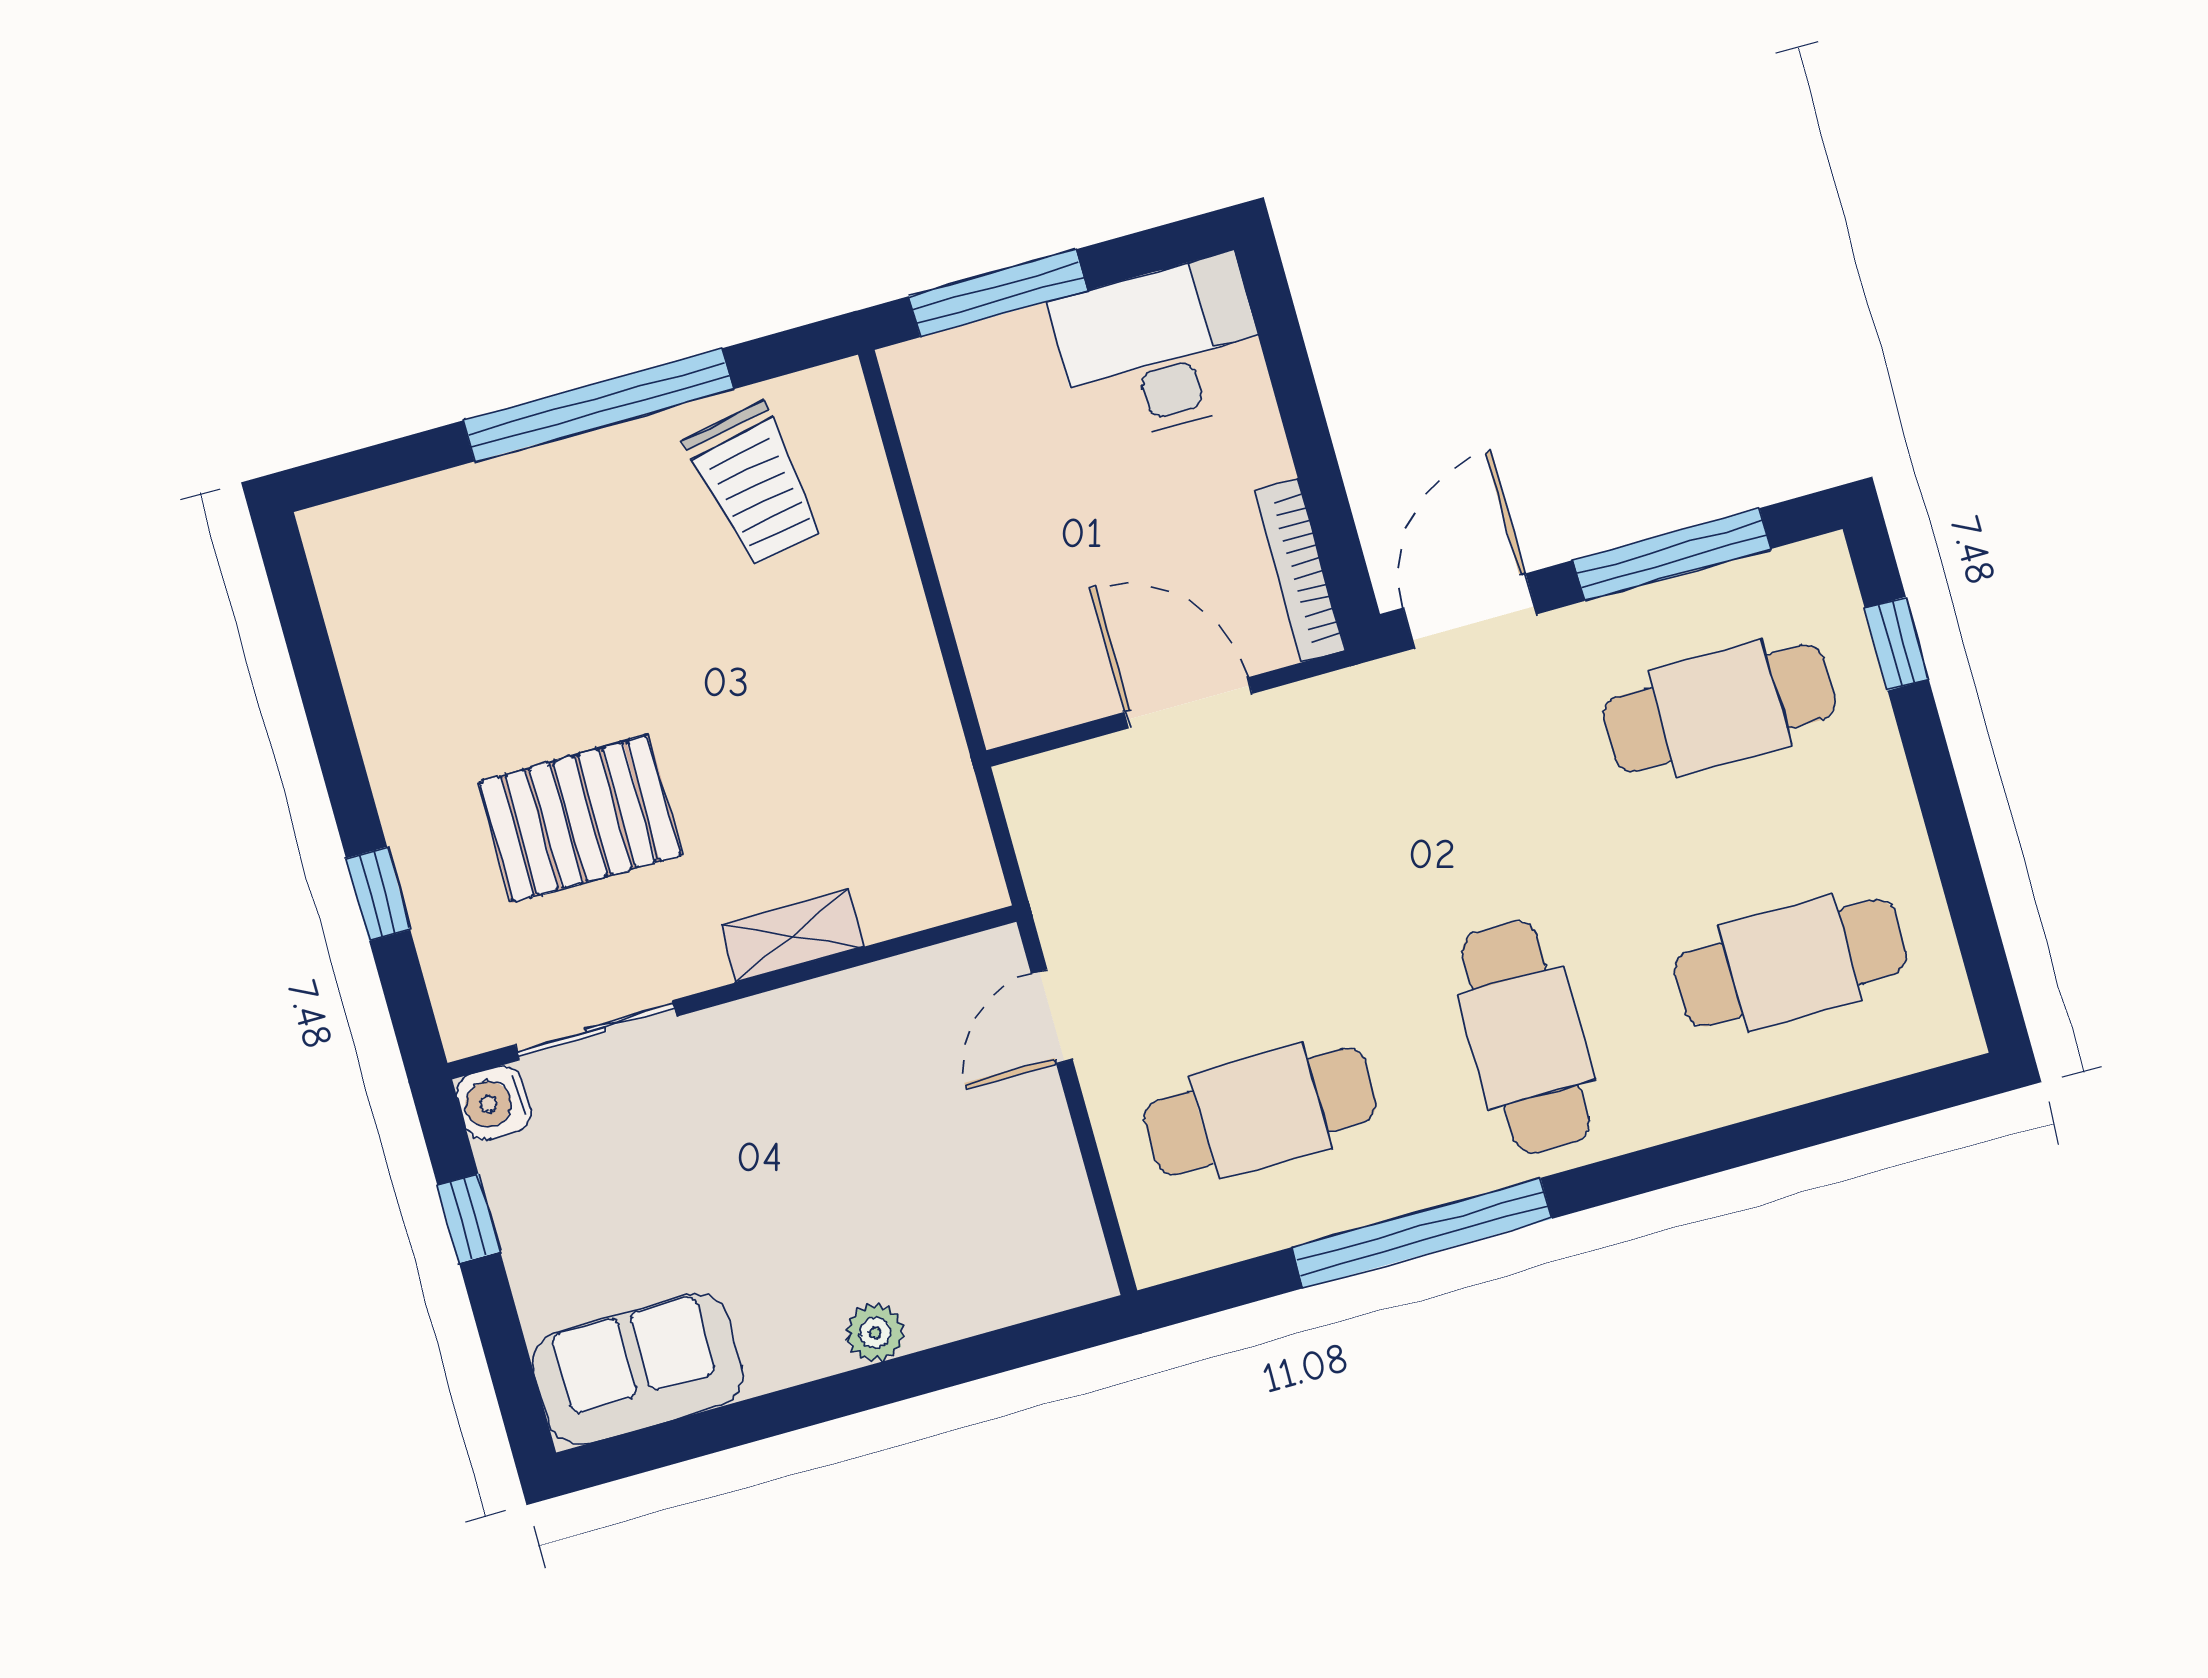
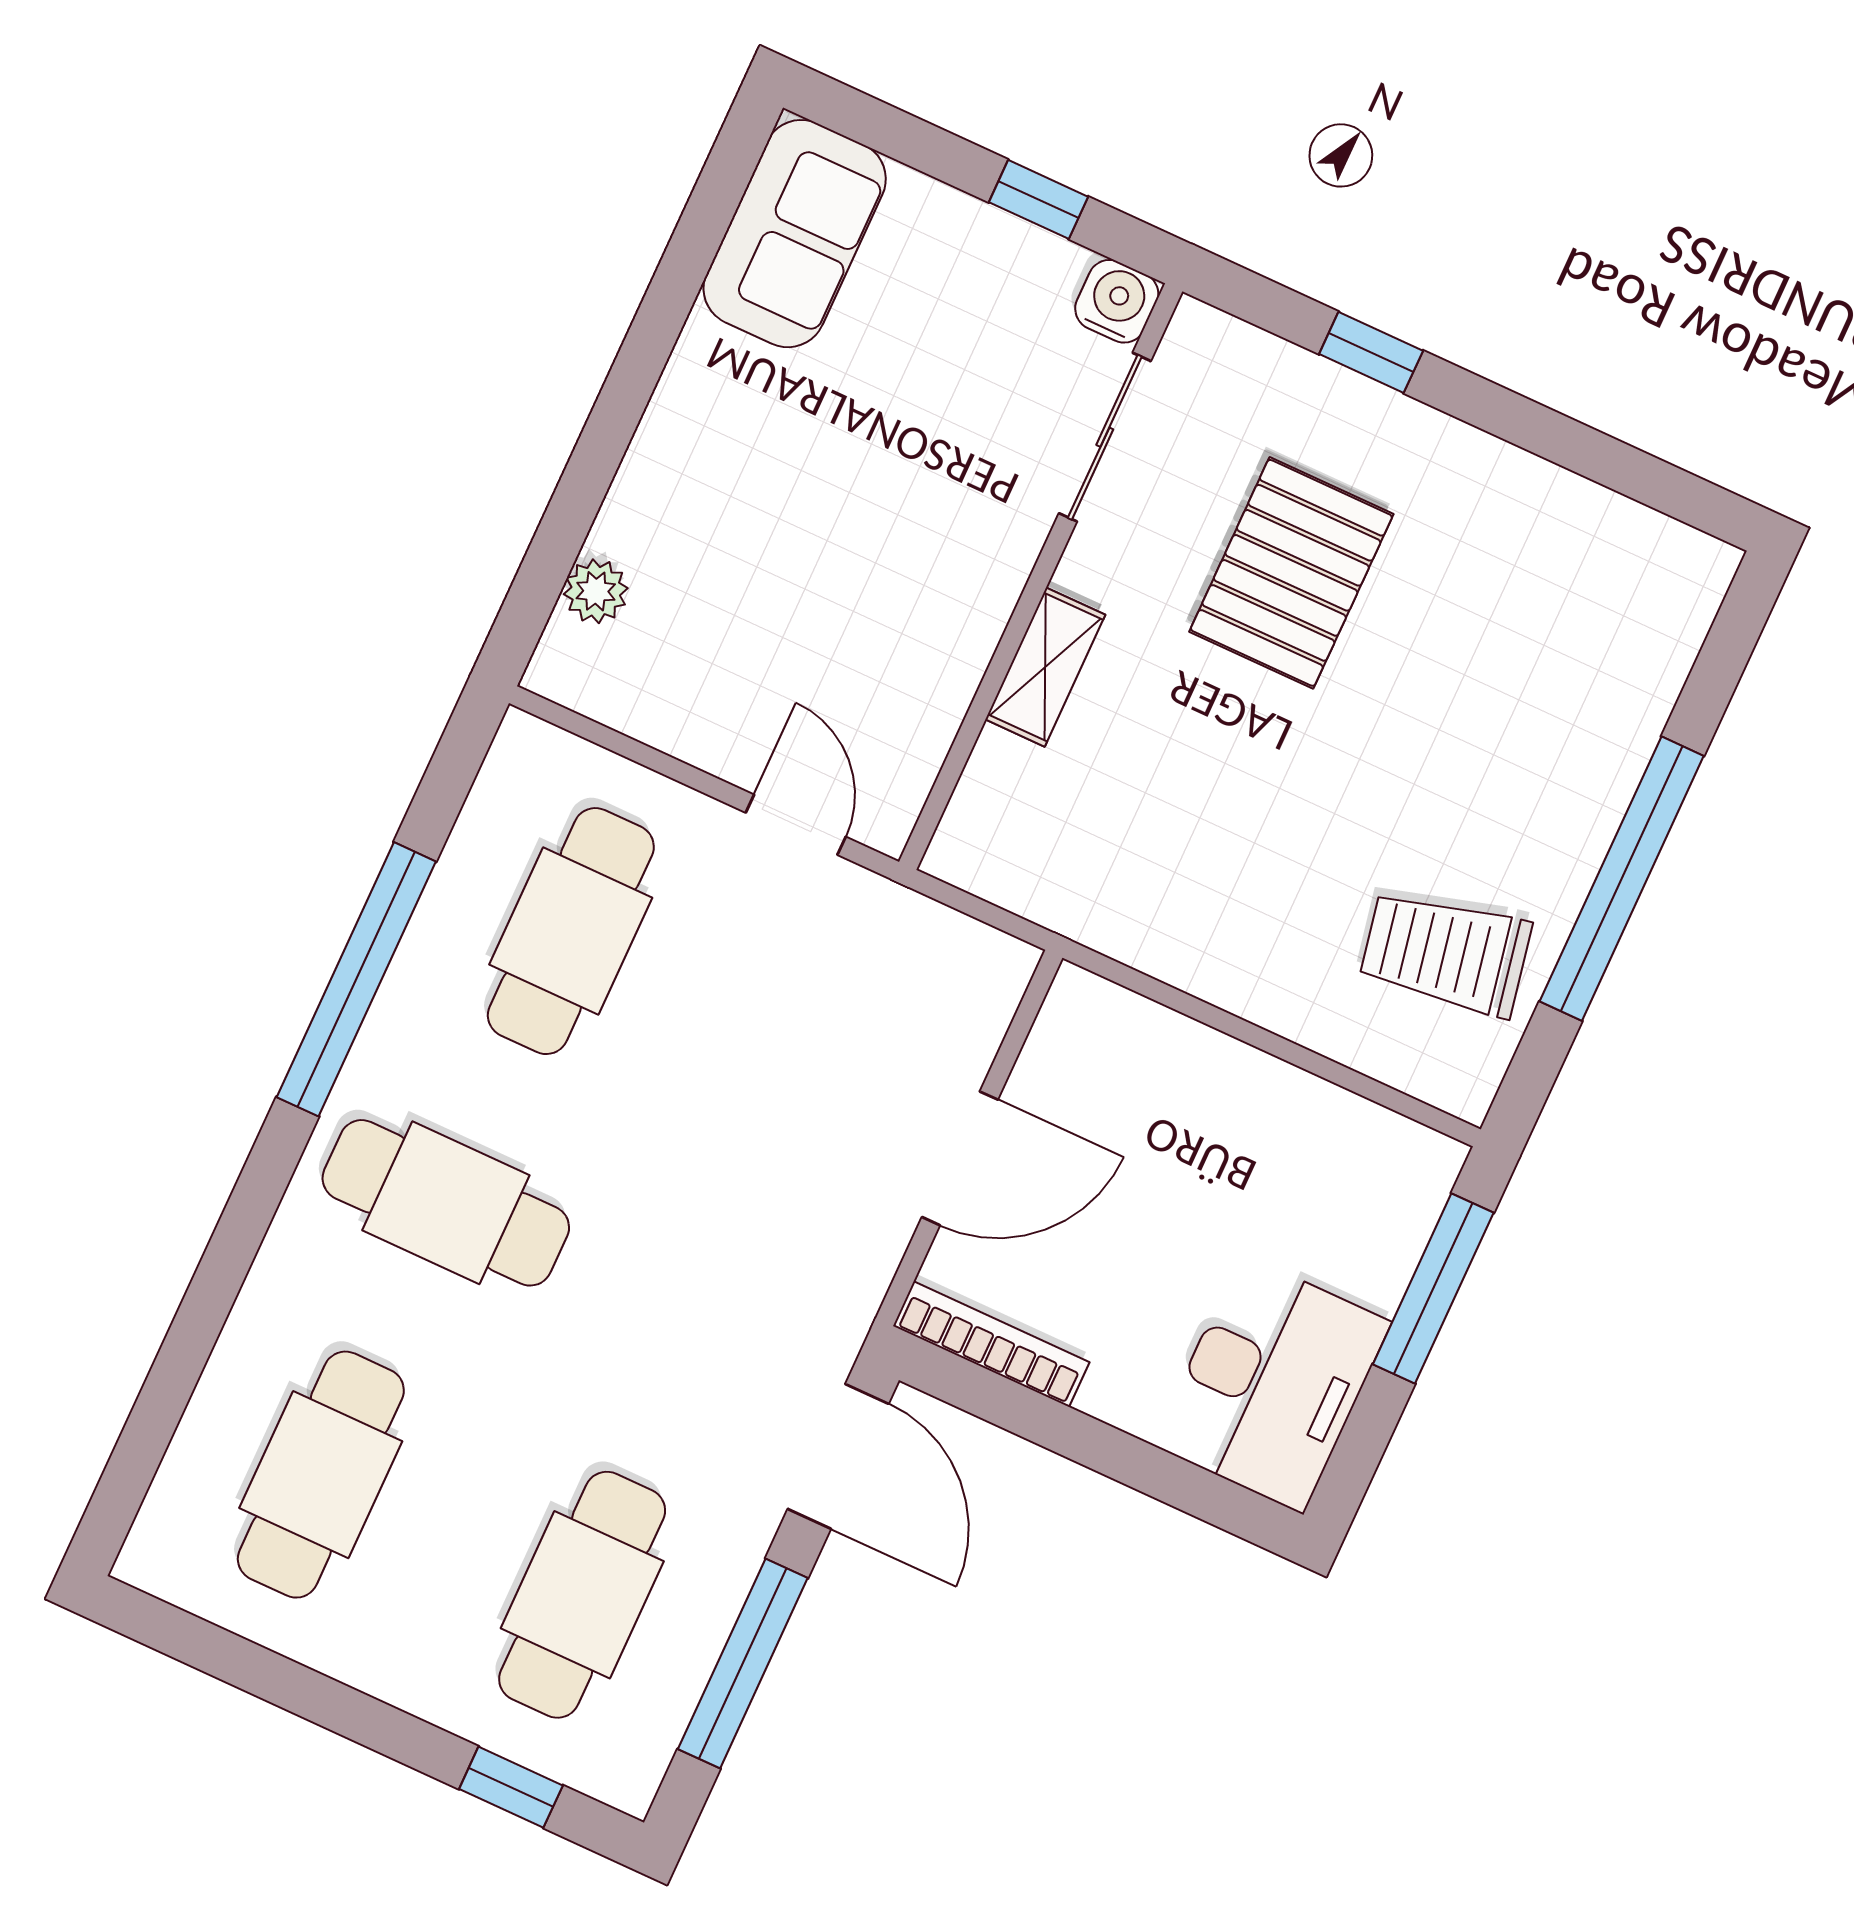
plant: (875, 1333) -> (596, 591), moved

